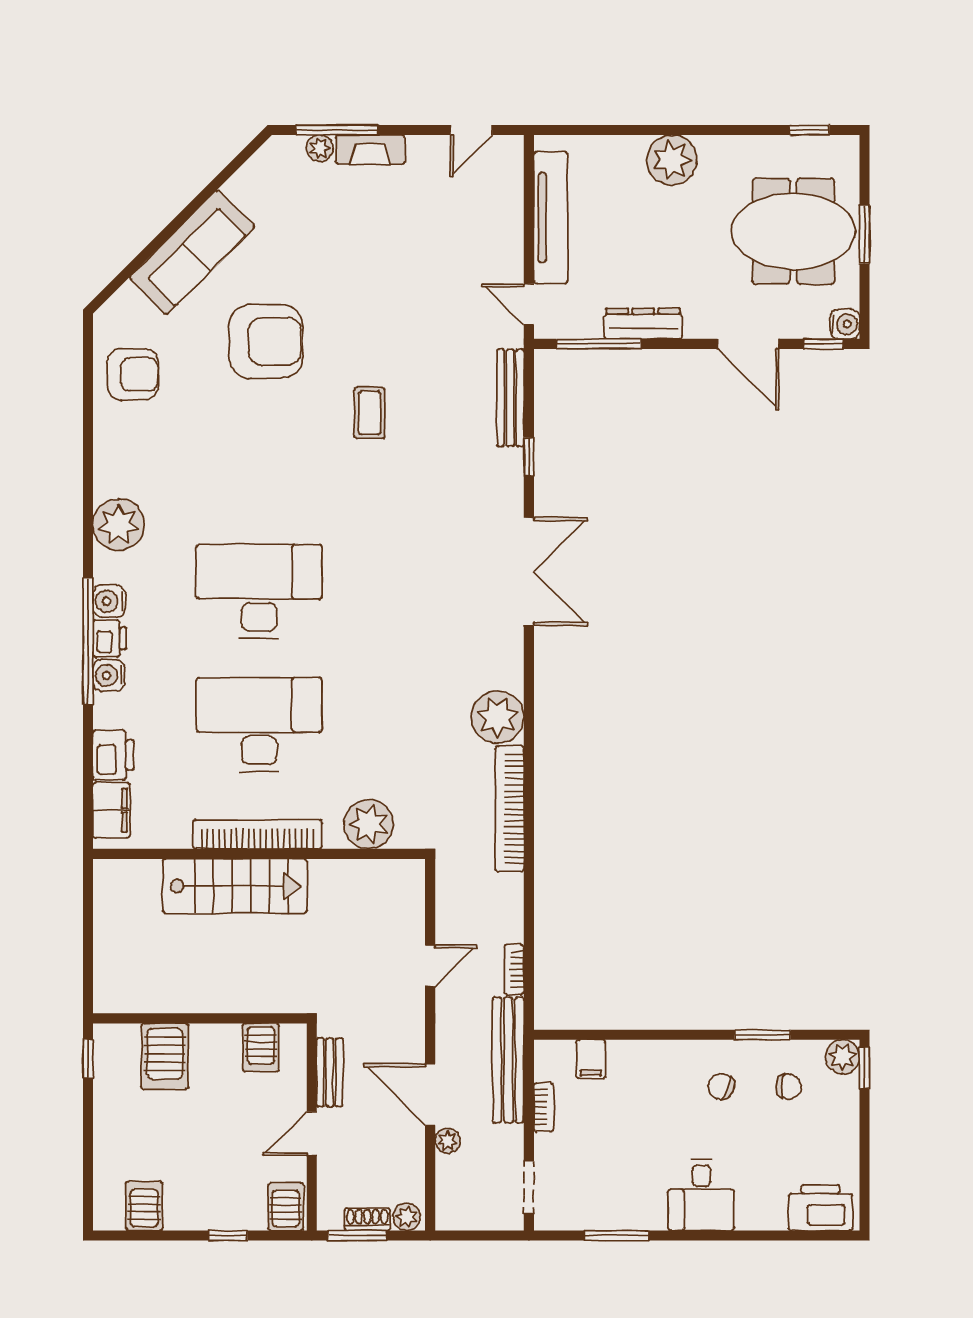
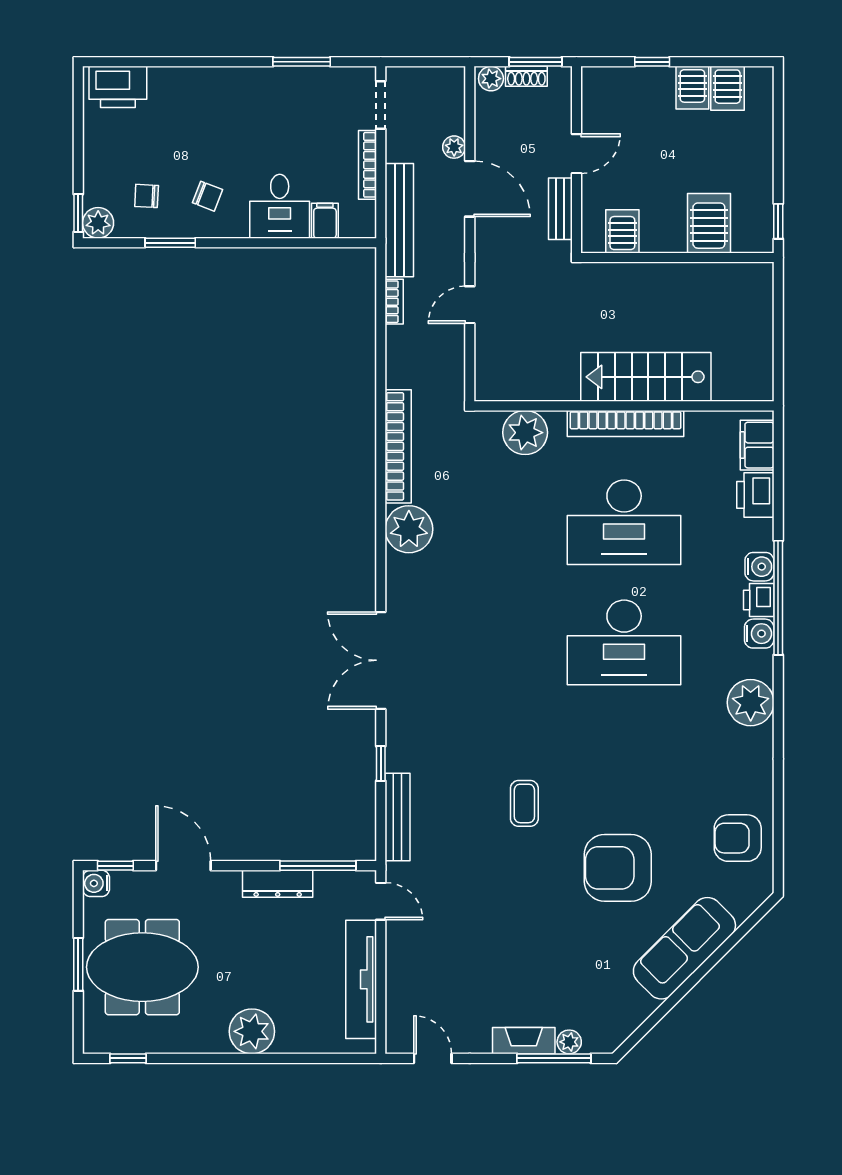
door: (471, 130) -> (433, 1058), hinge flipped
bookcase: (544, 1107) -> (367, 165), width x1.56
desk: (701, 1195) -> (280, 206), moved, turned 180
server rack: (286, 1207) -> (692, 88), moved

